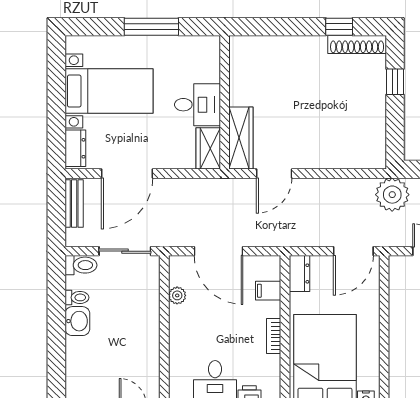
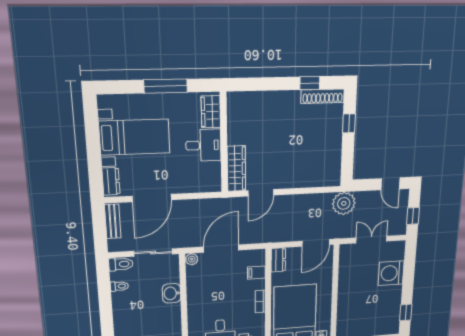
wardrobe: (208, 148) -> (211, 112), moved
door: (219, 251) -> (221, 249), swing flipped
plant: (177, 295) -> (192, 259), moved
washbasin: (77, 321) -> (171, 293), moved, turned 180

